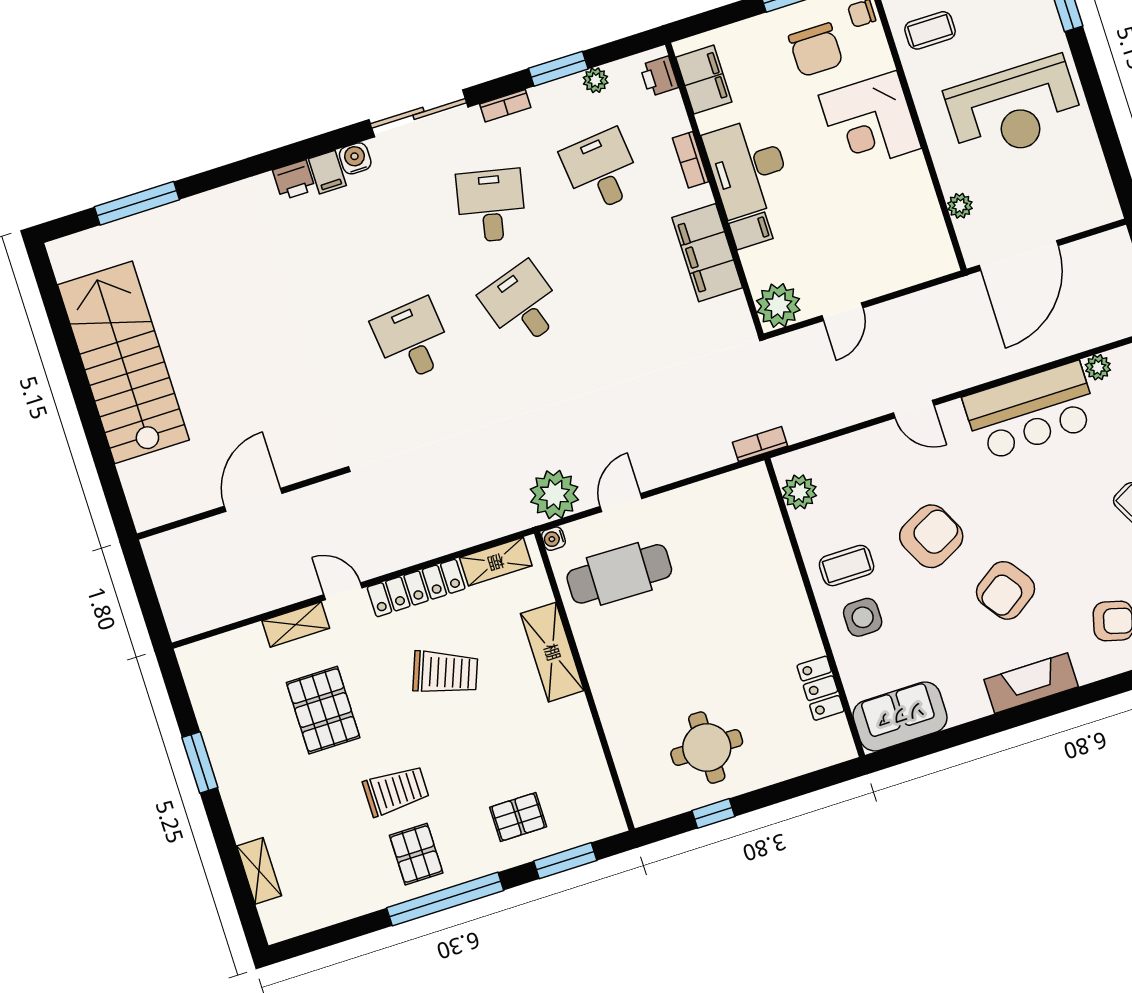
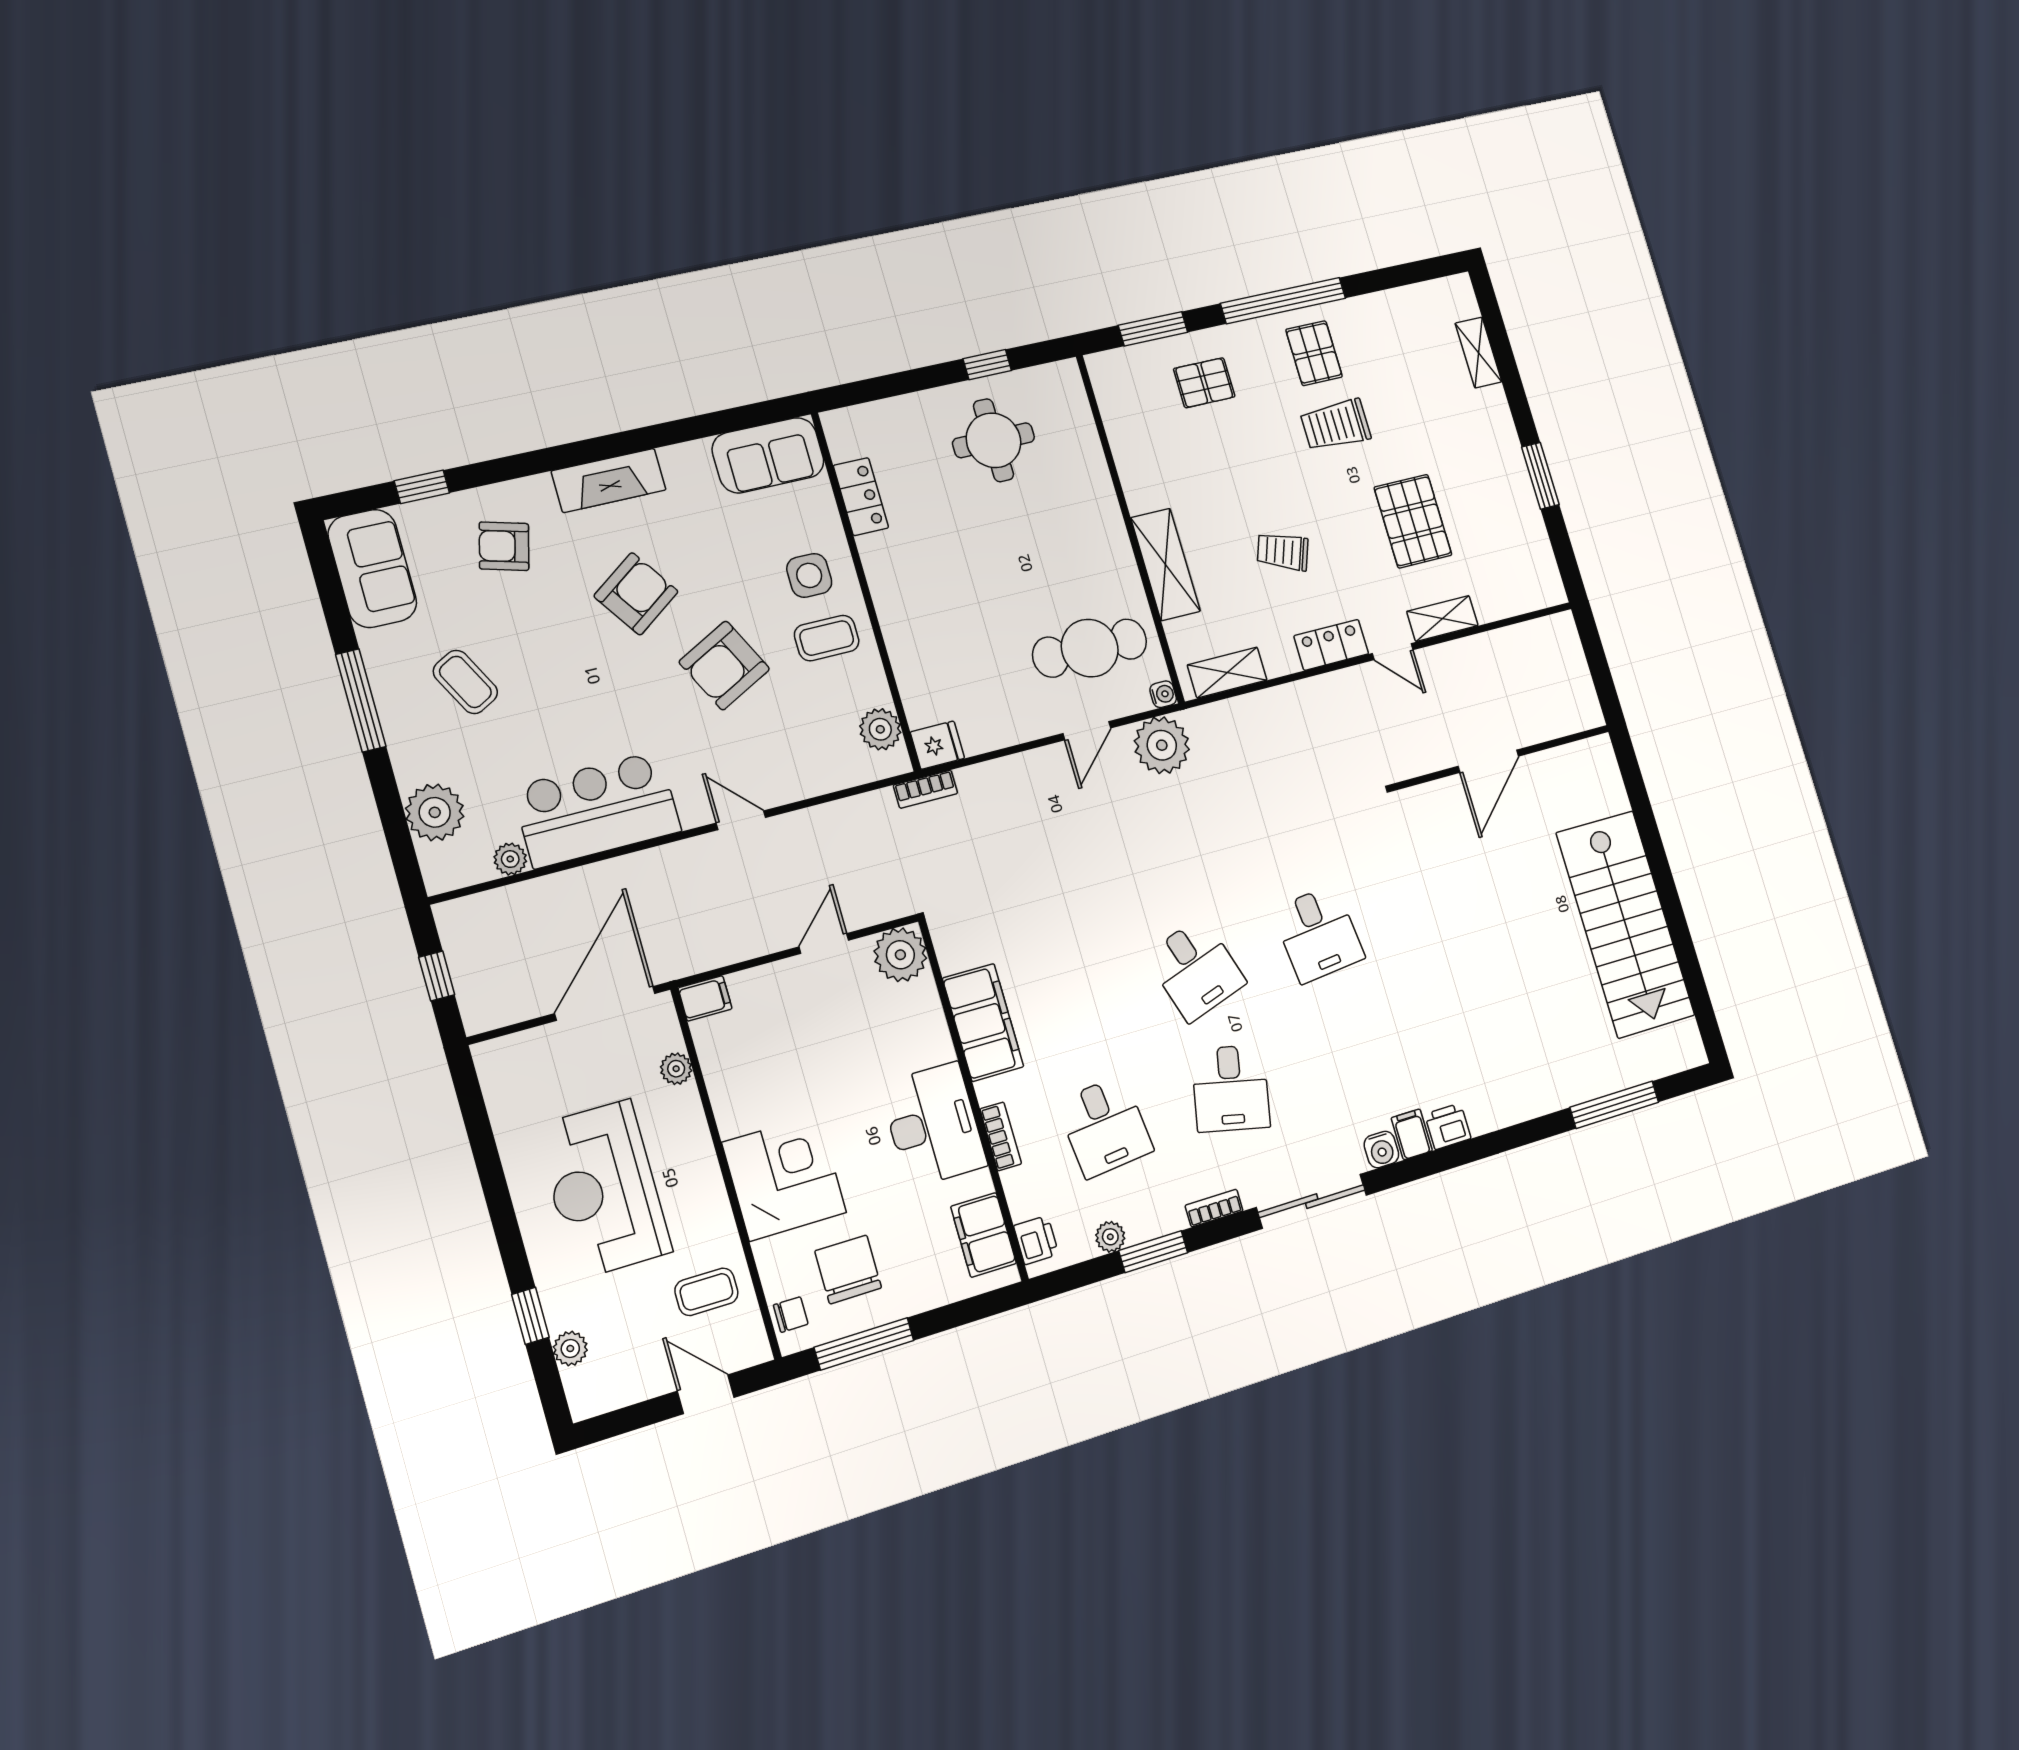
reception desk: (1014, 109) -> (604, 1189), turned -90
filing cabinet: (751, 231) -> (705, 998), moved, turned 180
fridge: (751, 482) -> (937, 745), added
locker: (416, 588) -> (1331, 645), width x0.66
trolley: (445, 672) -> (1283, 552), width x0.73, depth x0.72

